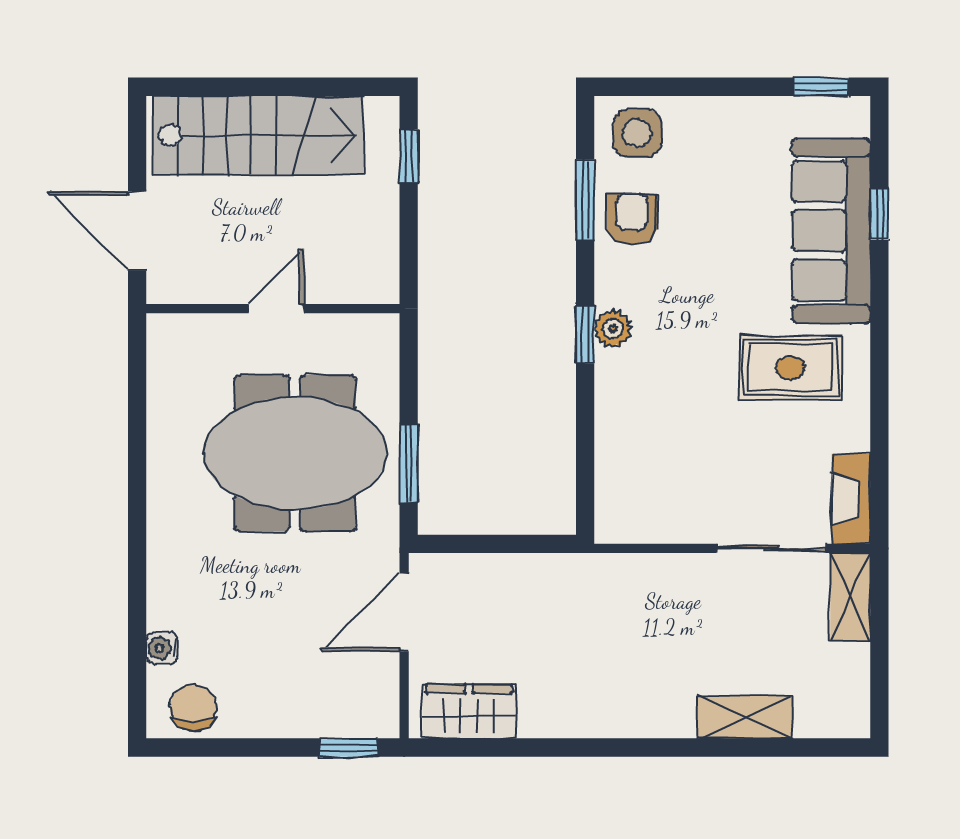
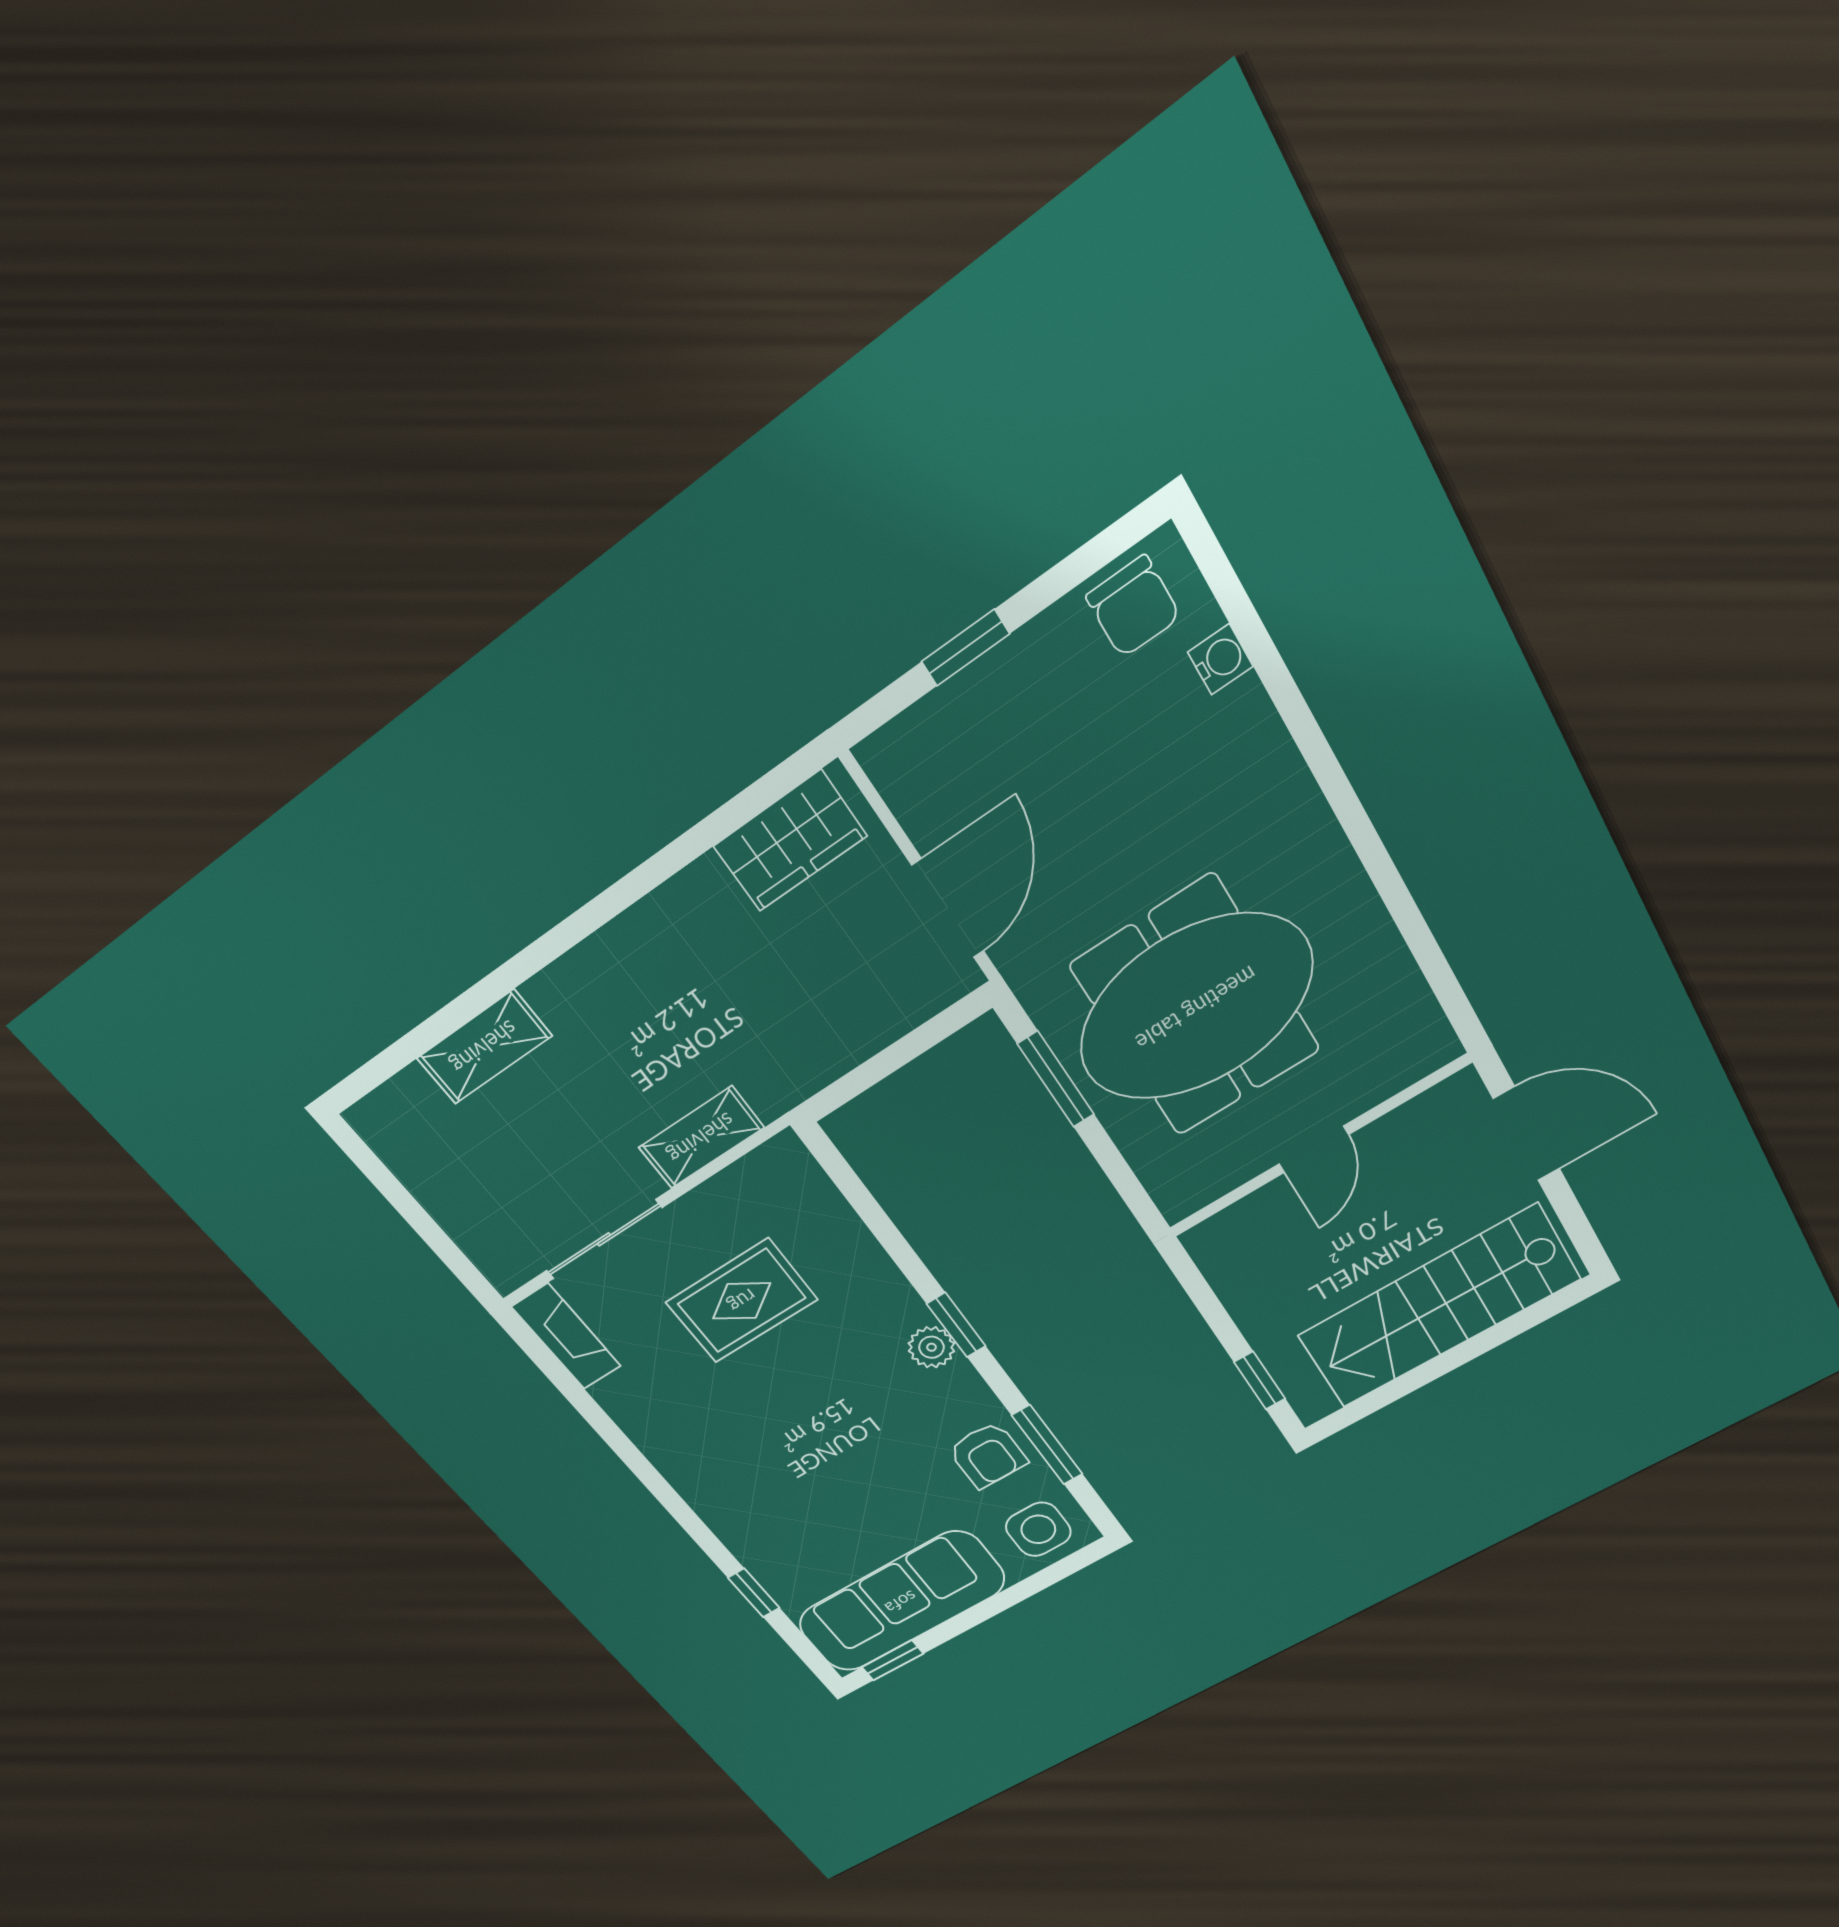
sofa: (831, 231) -> (901, 1602), moved, turned -90
rug: (790, 368) -> (742, 1301), moved
shelving: (850, 597) -> (701, 1138), moved, turned 90
window: (349, 748) -> (965, 648), moved

